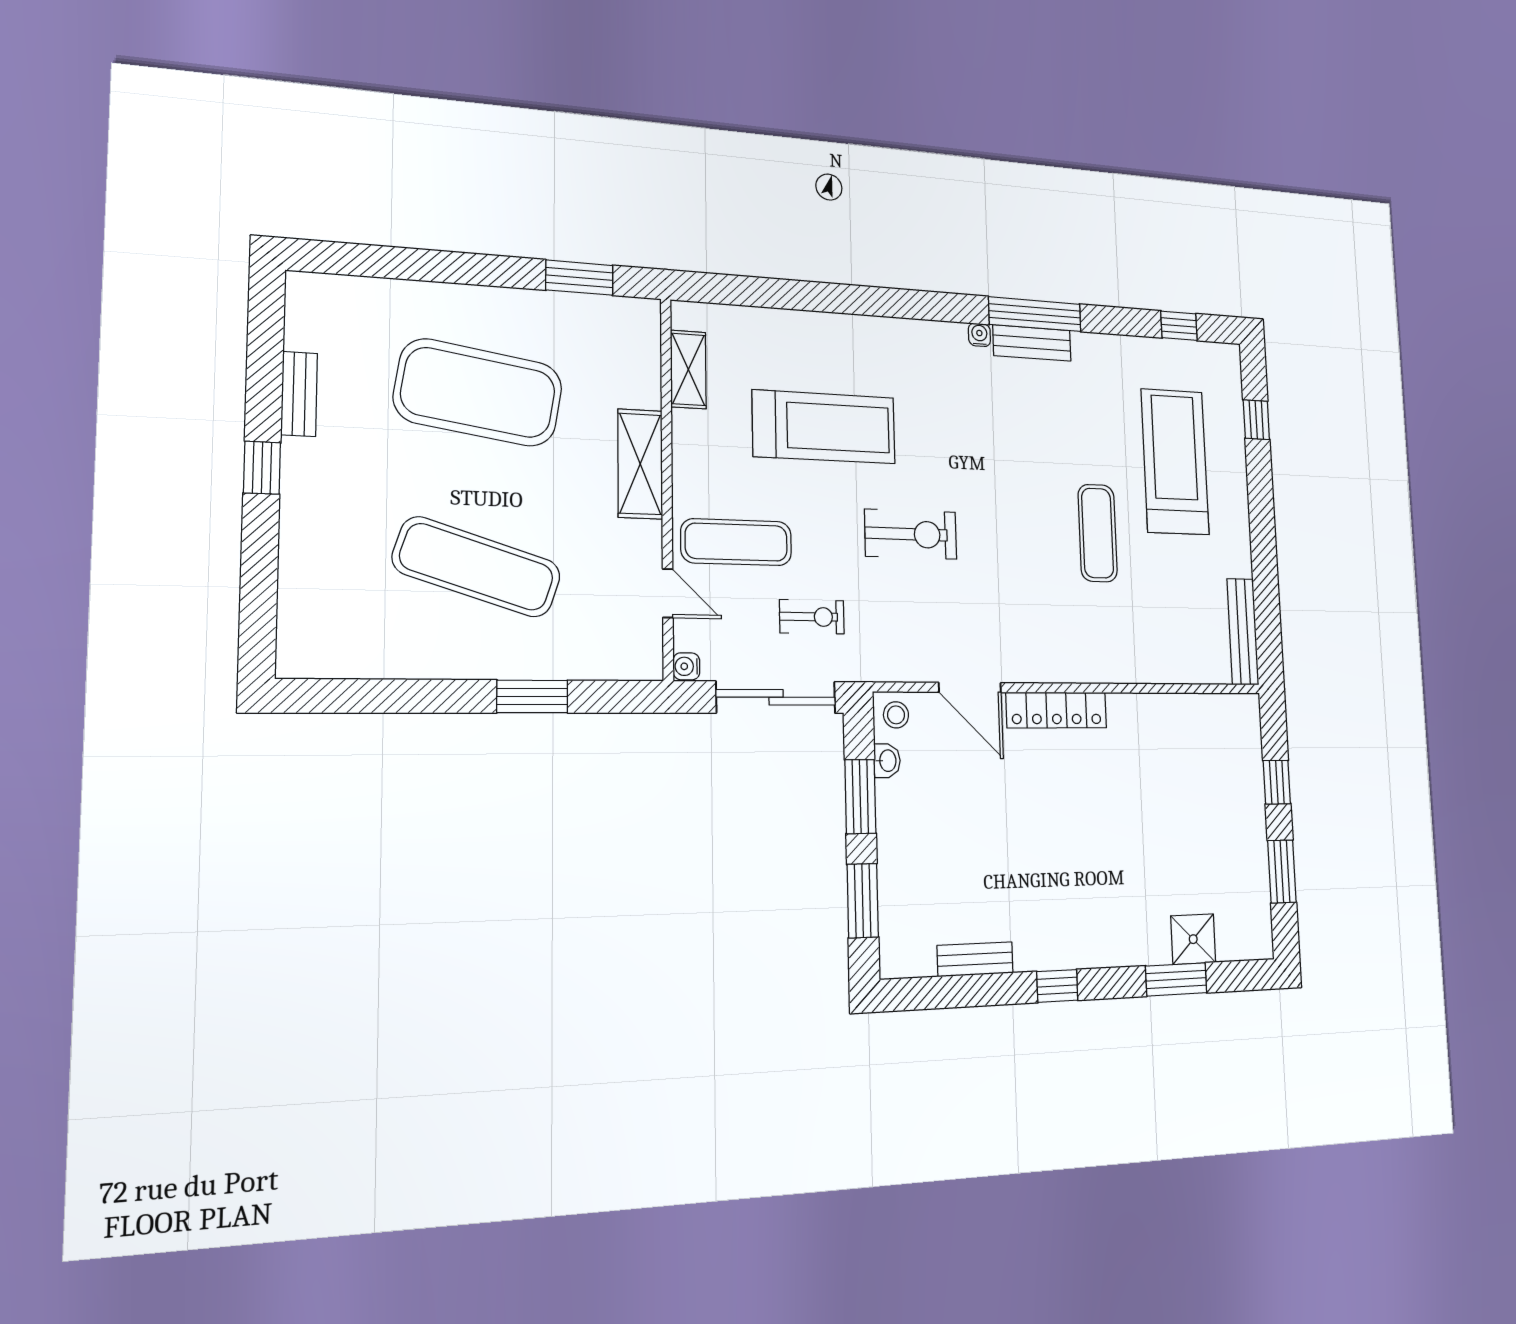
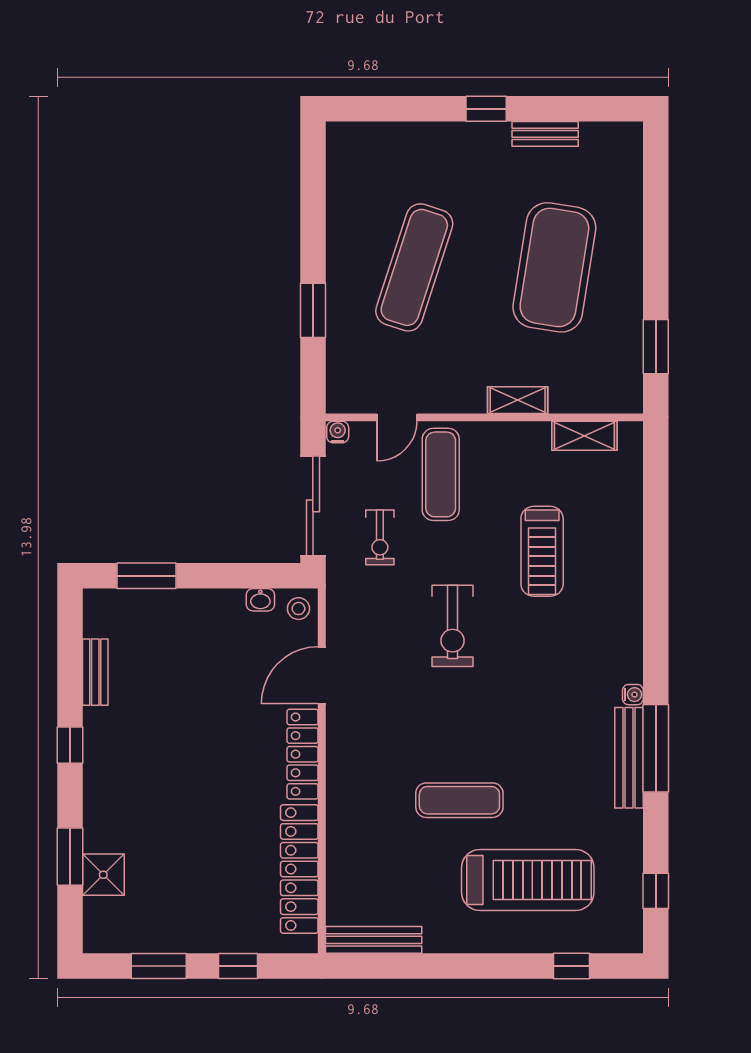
bench: (1032, 343) -> (629, 758), width x1.36
treadmill: (824, 427) -> (542, 551), width x0.73, depth x0.73
shelving: (640, 464) -> (518, 400), width x0.67, depth x0.75
locker: (1176, 714) -> (299, 869), added
window: (860, 797) -> (231, 576), removed

